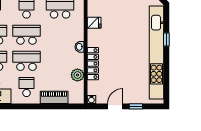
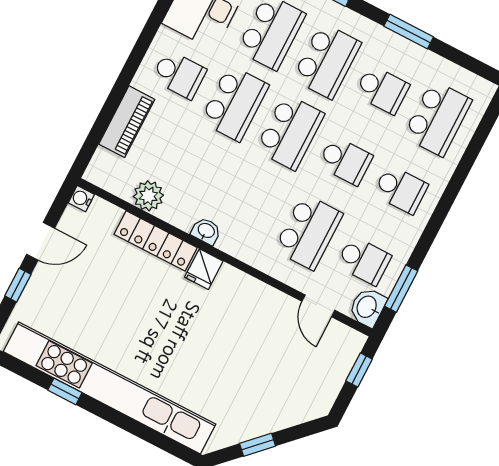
fridge: (94, 23) -> (204, 269), moved
window: (166, 39) -> (65, 391), moved
door: (115, 106) -> (41, 241), hinge flipped

